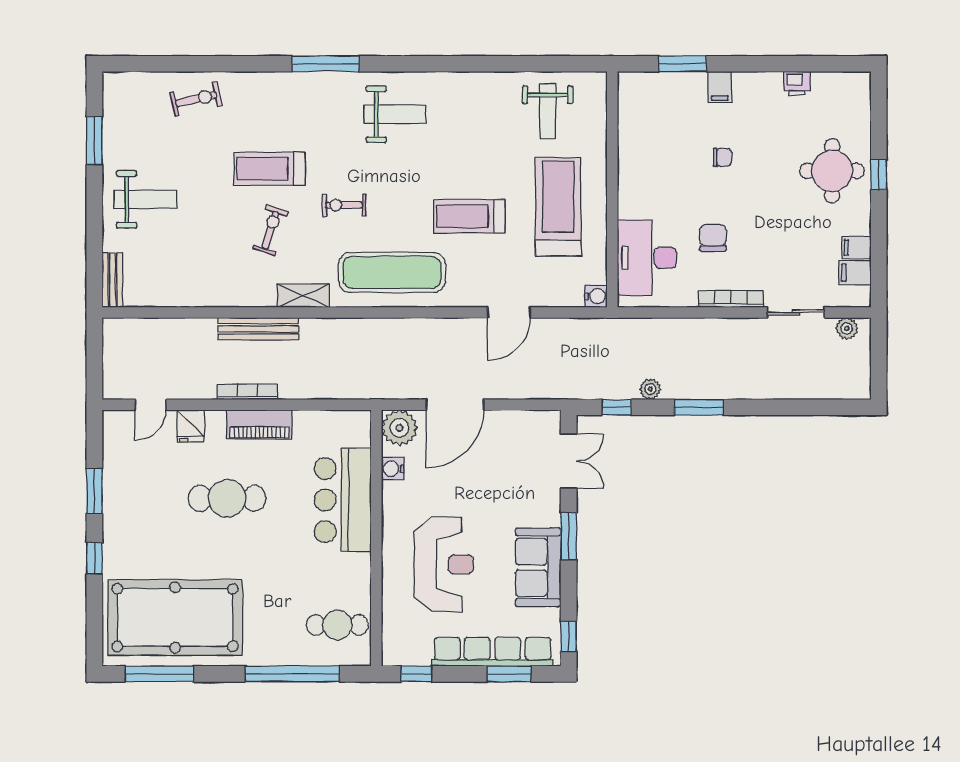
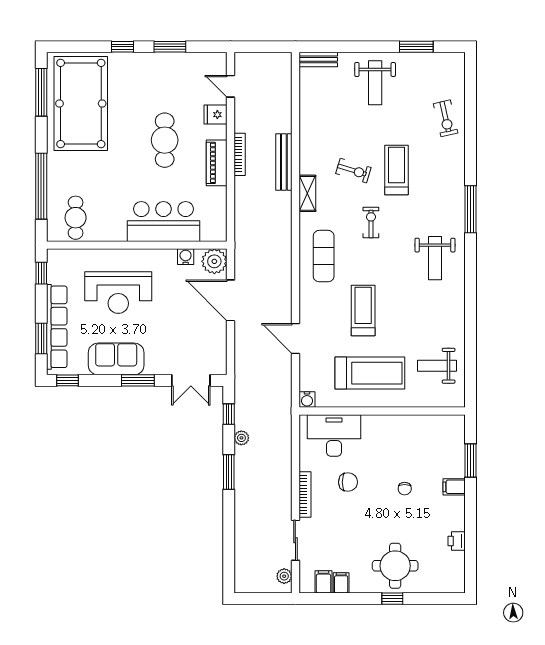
exercise mat: (392, 272) -> (324, 256), width x0.73, depth x0.69

